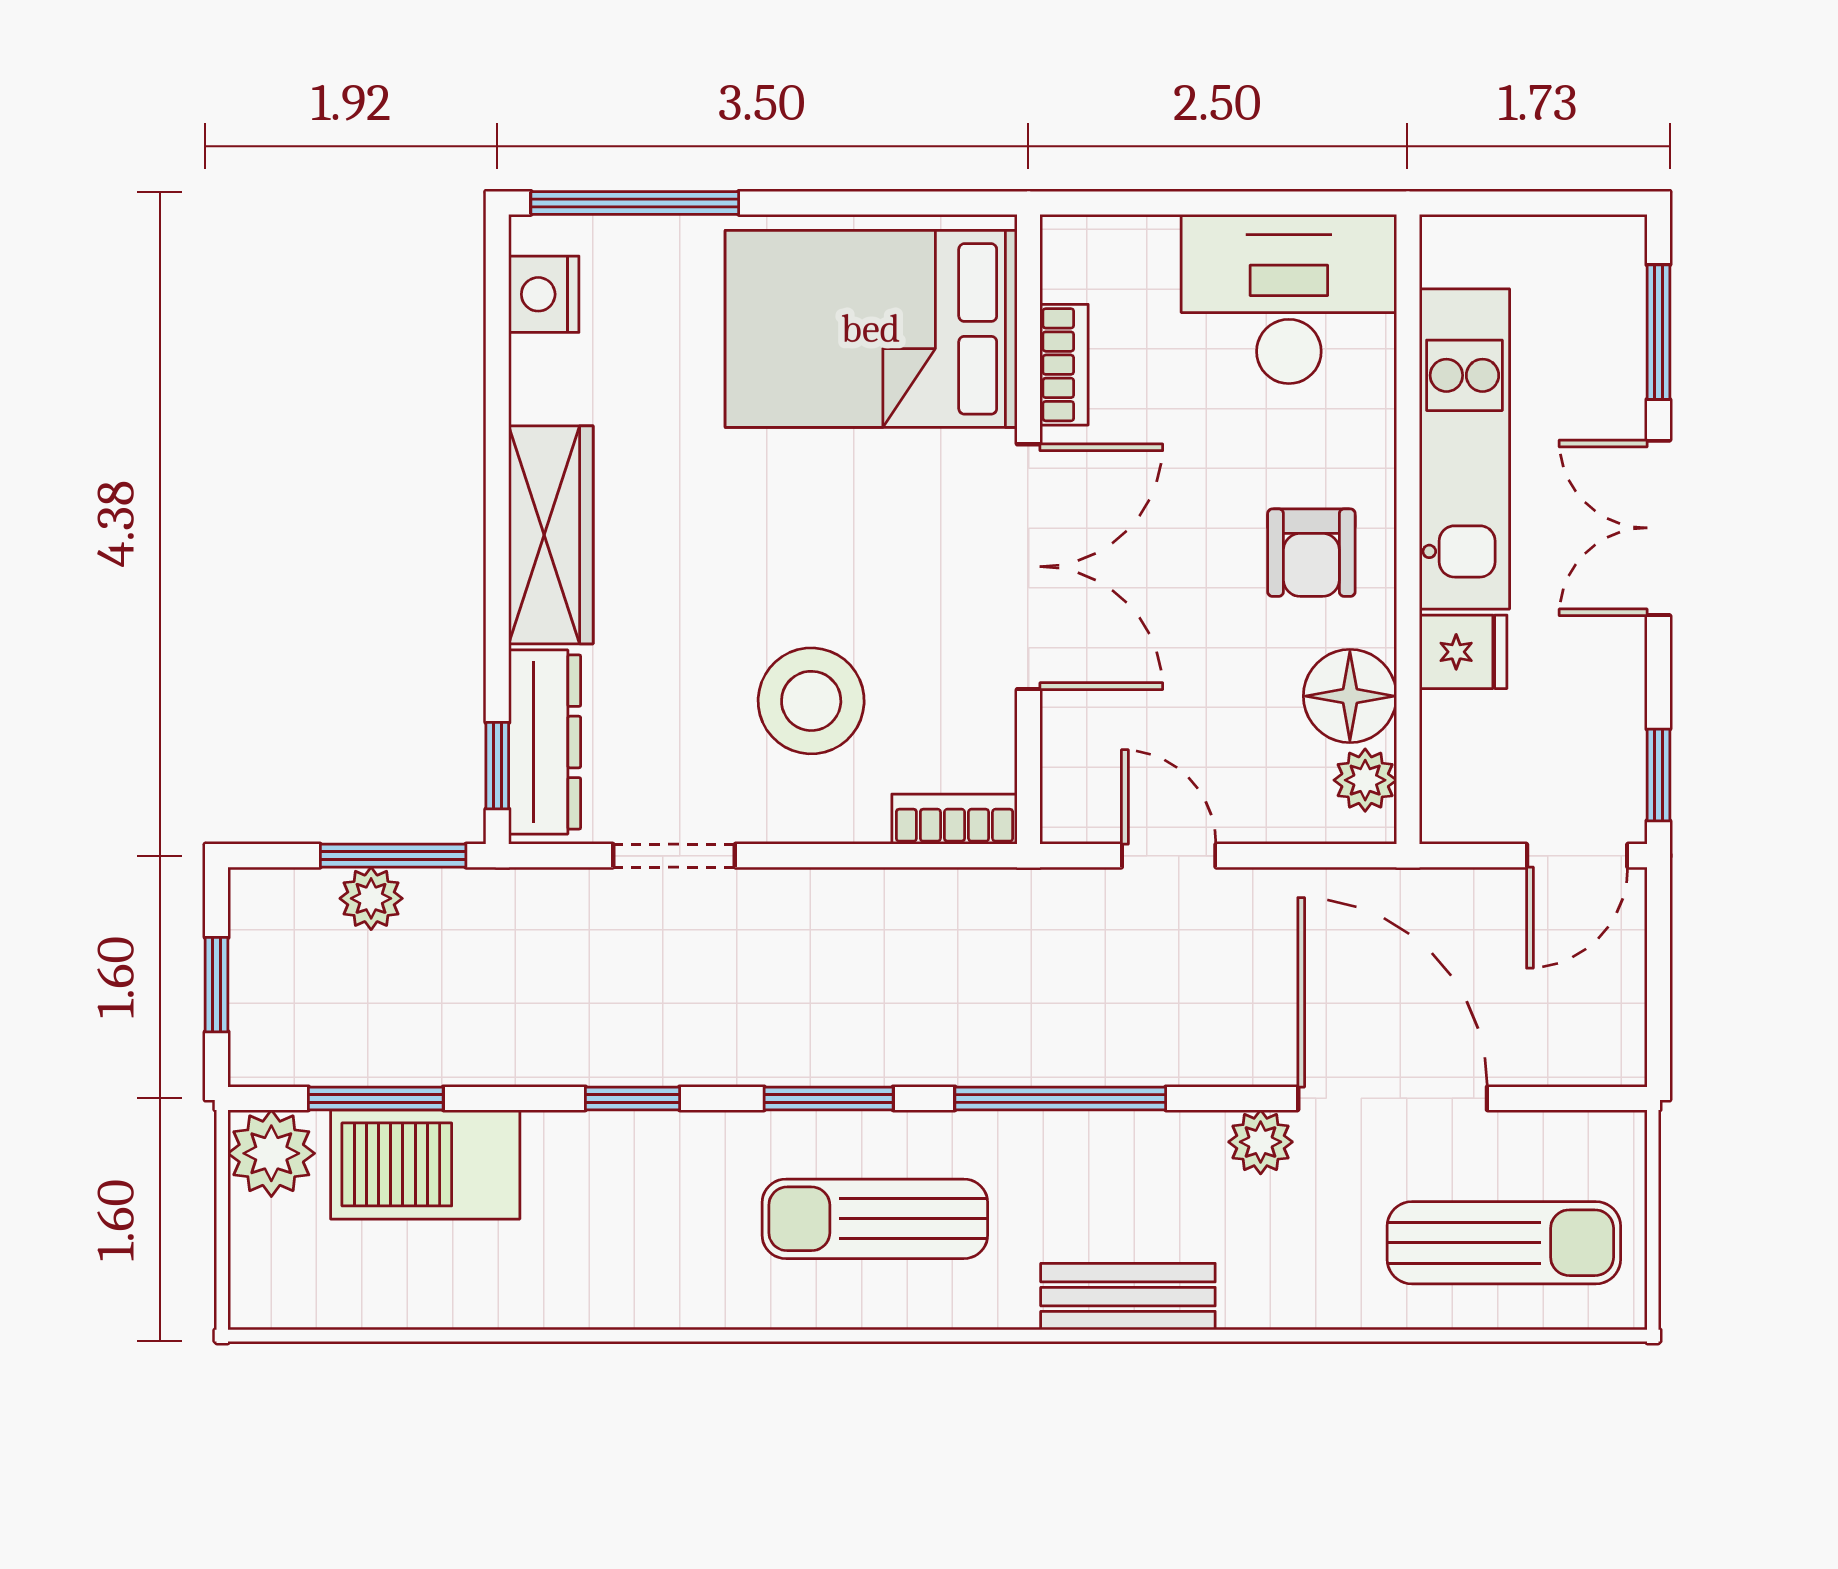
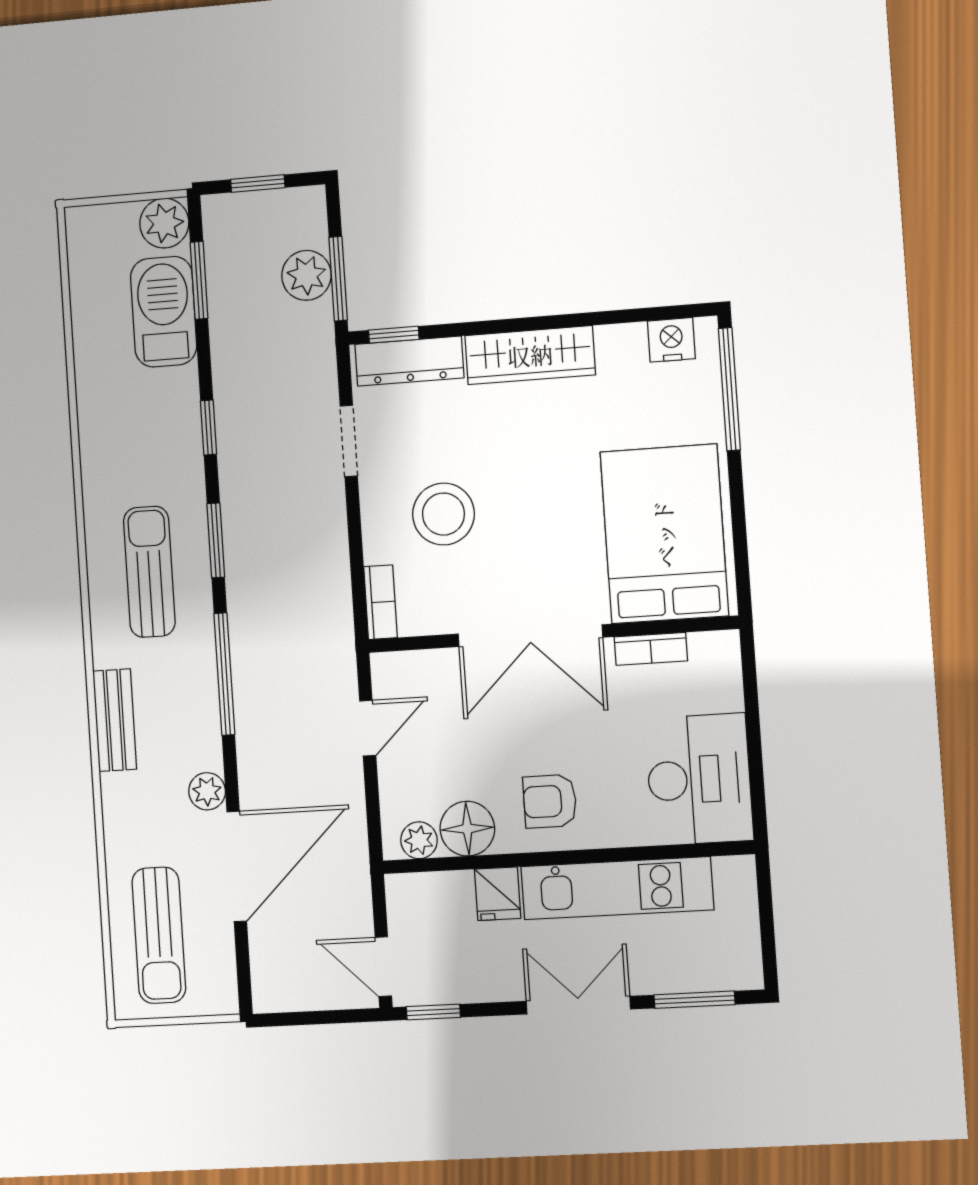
plant: (371, 898) -> (306, 275), width x1.38, depth x1.38

